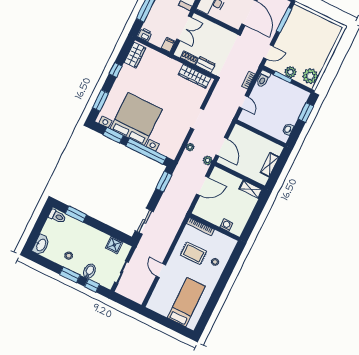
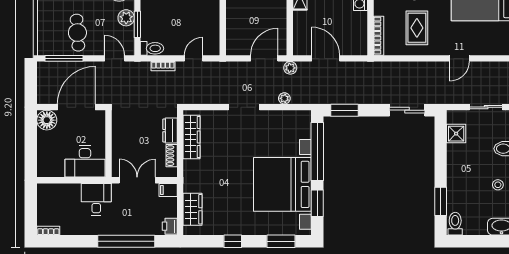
cafe table: (296, 36) -> (77, 33), added
wardrobe: (135, 55) -> (192, 209), moved, turned 90

